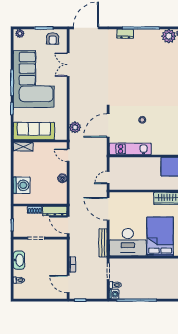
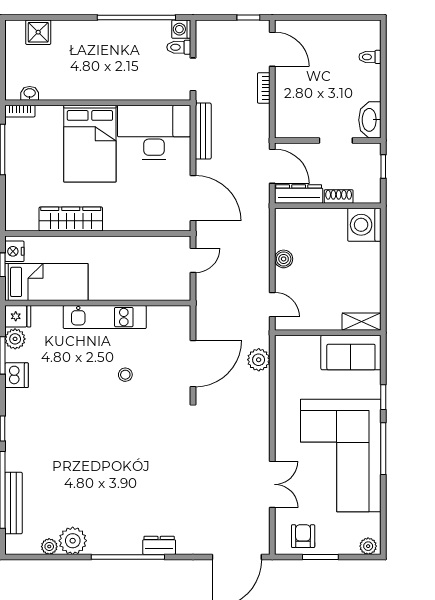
sofa: (34, 131) -> (351, 353), width x0.73
kitchen unit: (130, 149) -> (105, 317), moved
washing machine: (22, 185) -> (364, 225), moved
washbasin: (19, 260) -> (370, 120), moved

